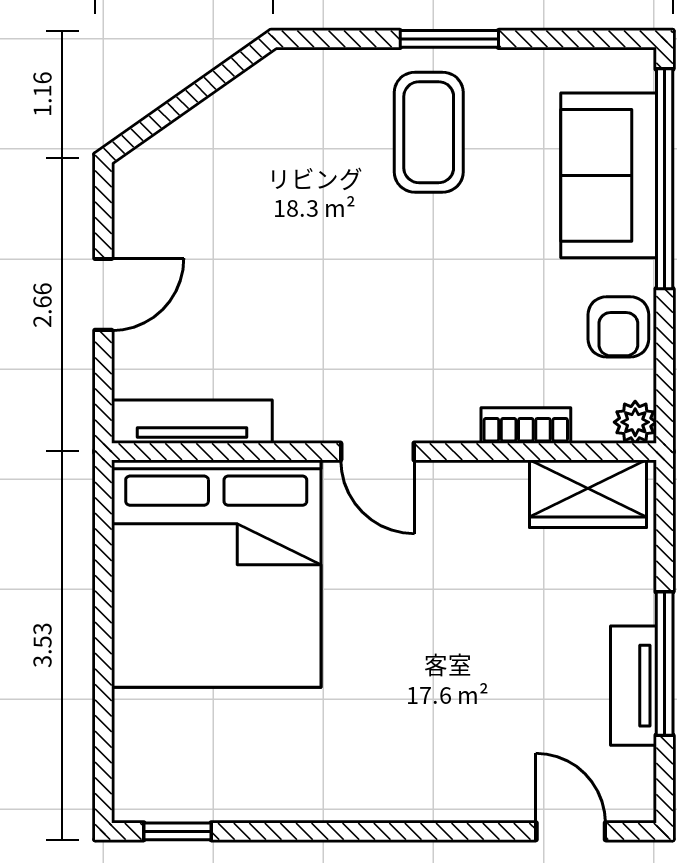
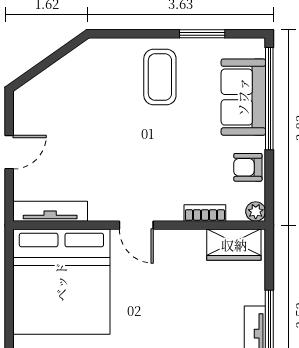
window: (449, 39) -> (202, 34), moved
armchair: (618, 327) -> (248, 167), turned 90

